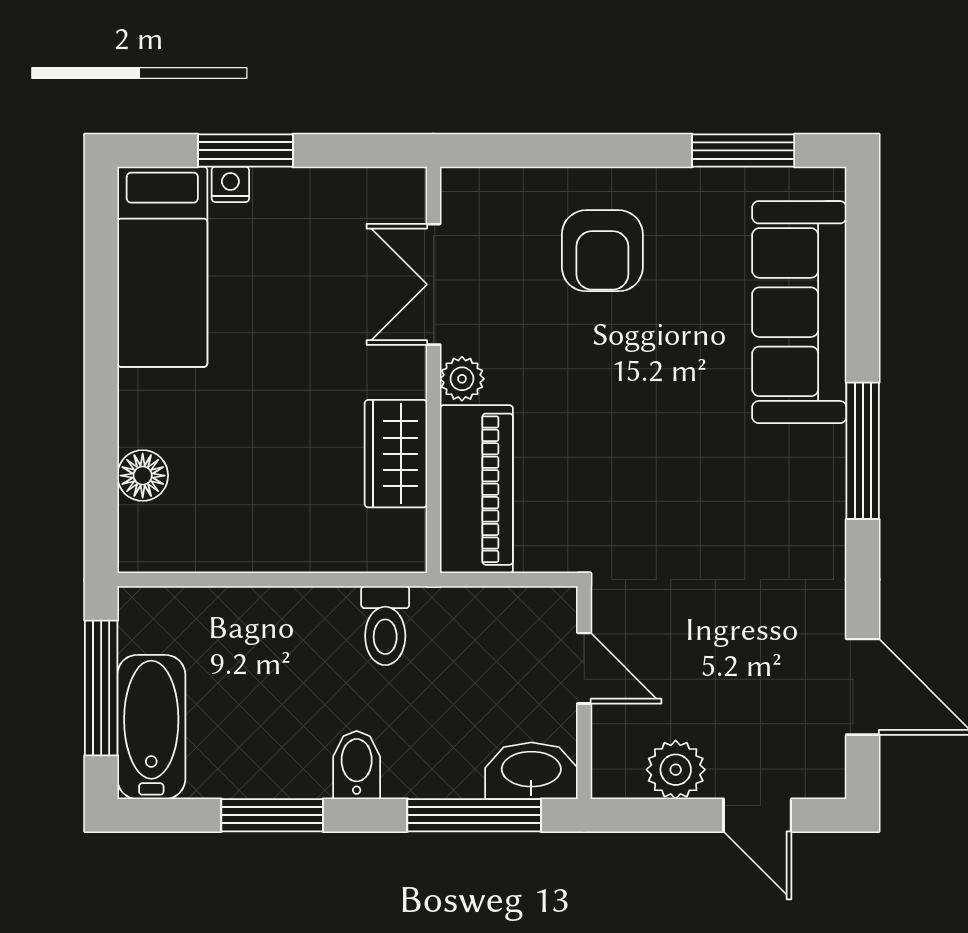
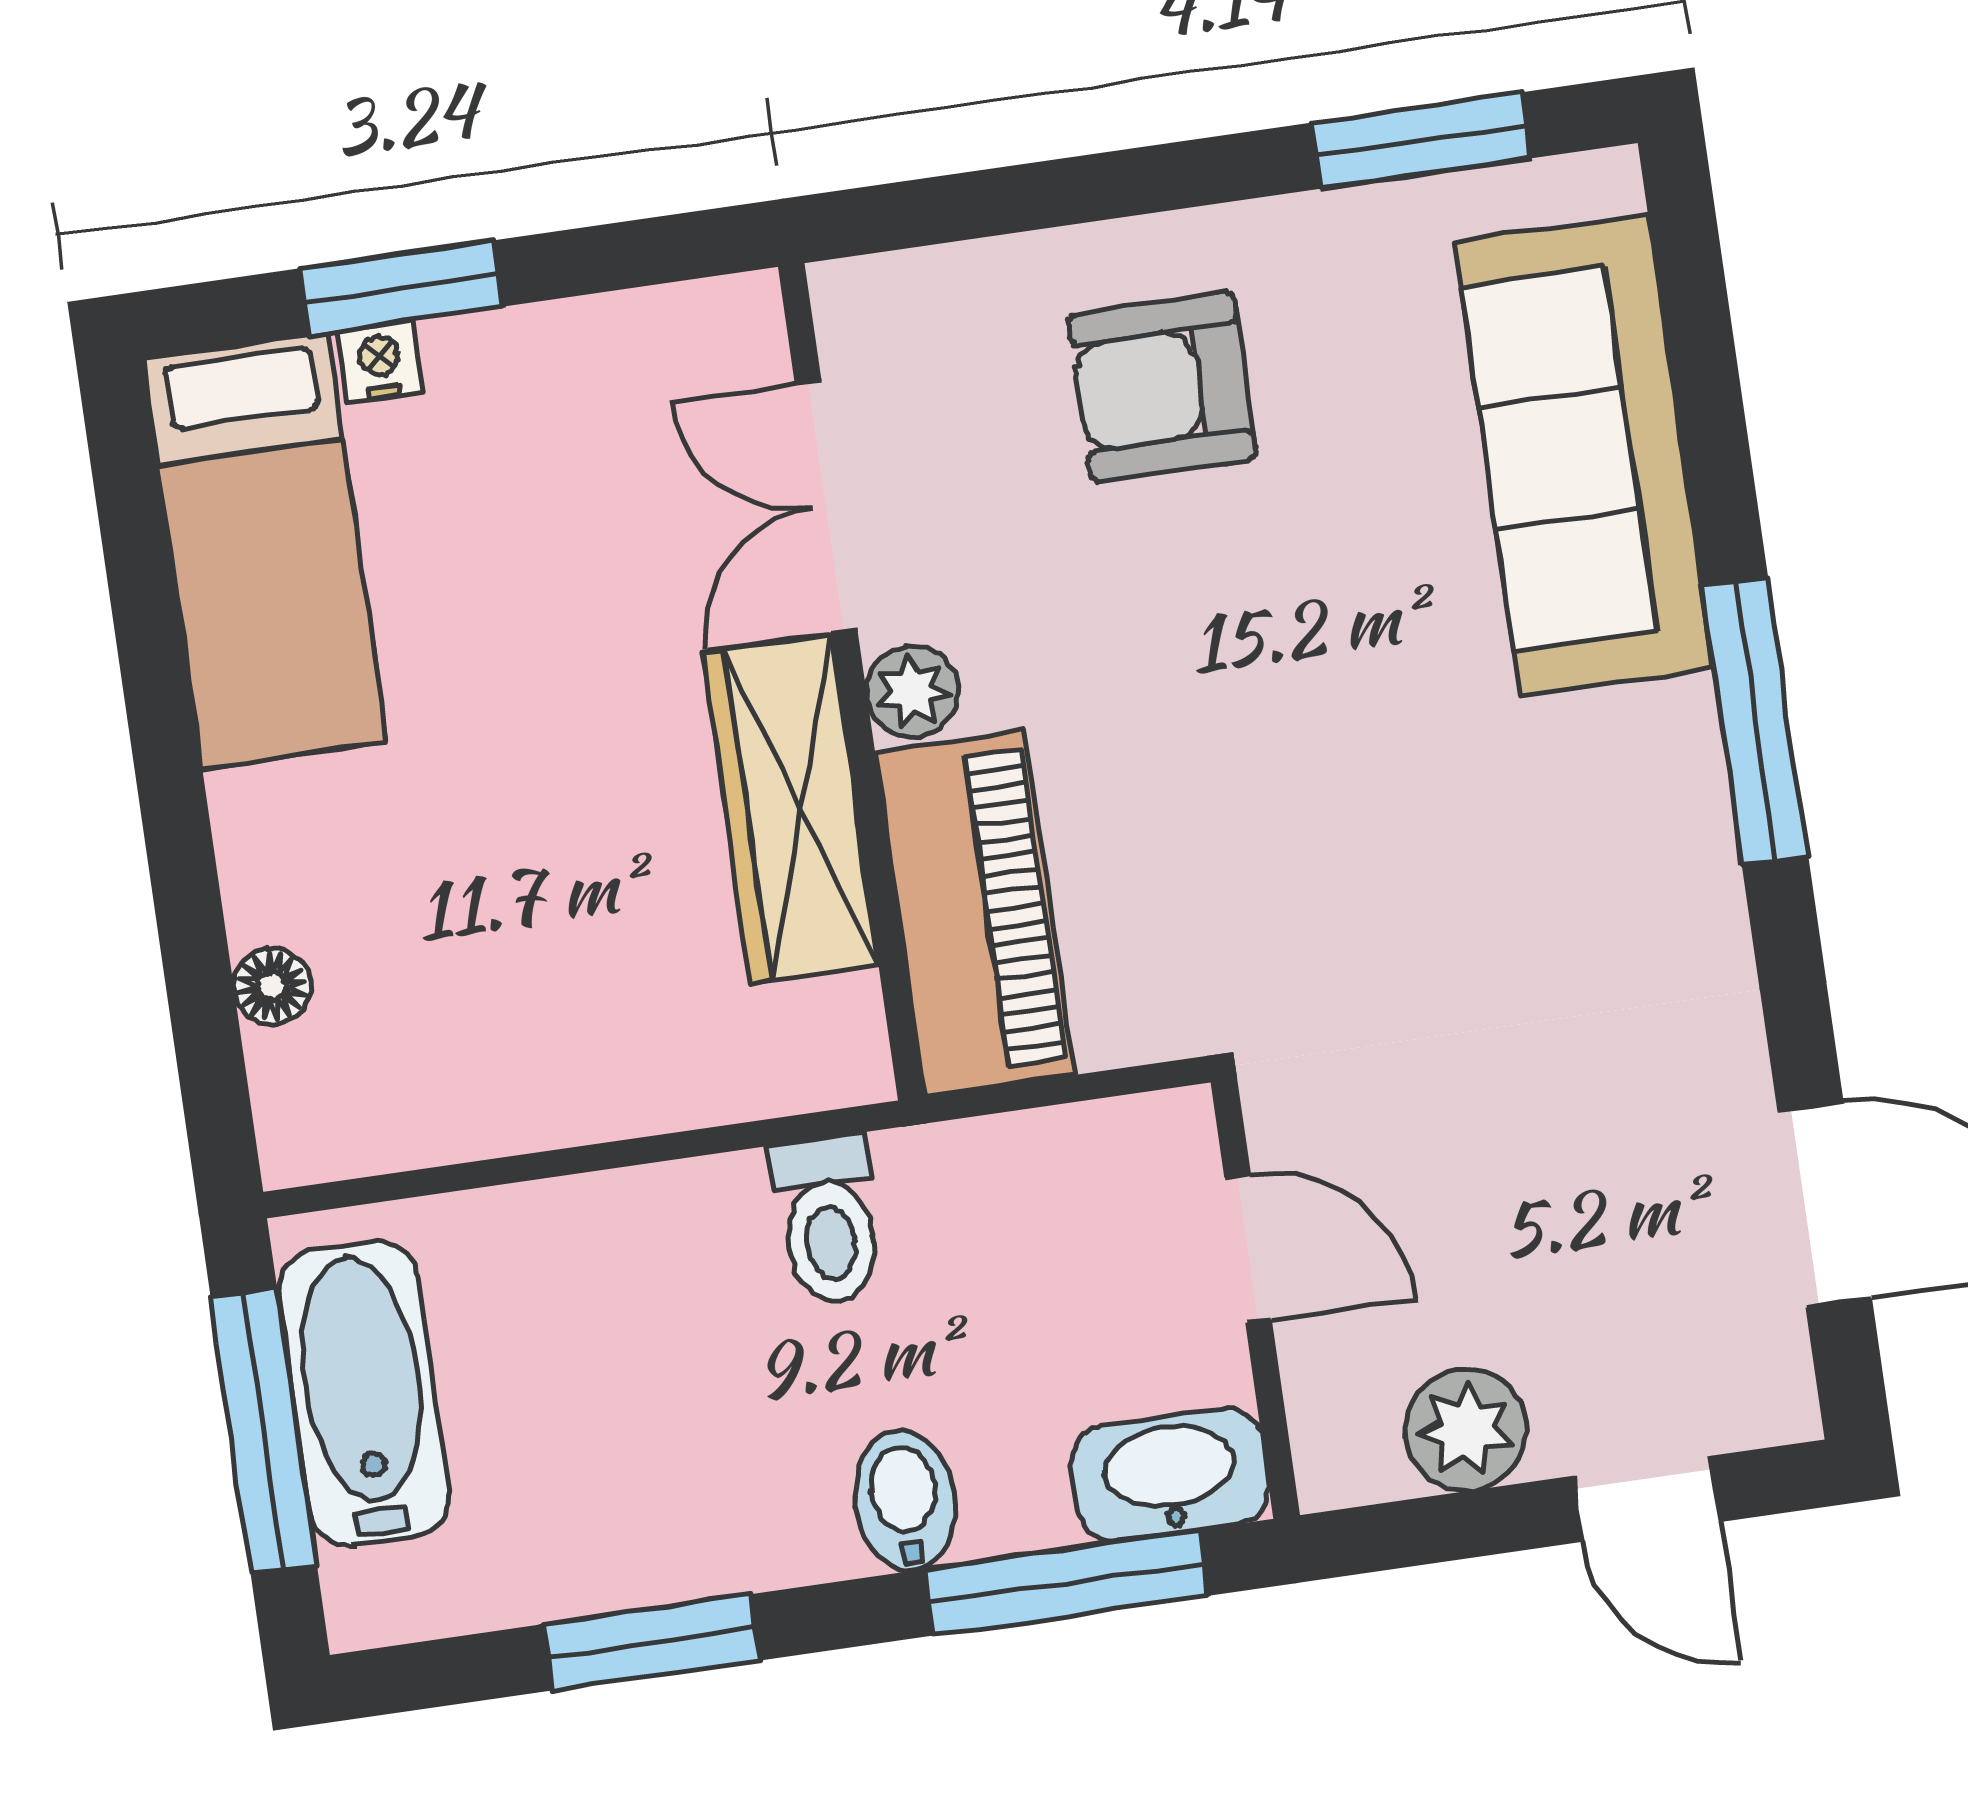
armchair: (602, 251) -> (1162, 387), turned 90
wardrobe: (396, 454) -> (791, 809), width x1.50
floor lamp: (143, 476) -> (272, 986), width x0.73, depth x0.73
bathtub: (151, 727) -> (363, 1394), moved
bidet: (357, 765) -> (905, 1501), moved

